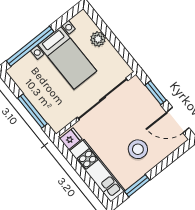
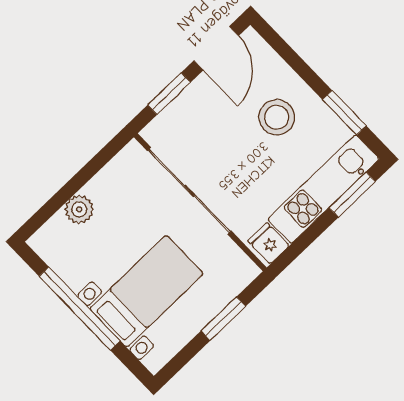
window: (30, 46) -> (80, 309), moved
bed with nightstands: (67, 58) -> (146, 291), moved
window: (33, 111) -> (223, 319), width x0.69
window: (93, 186) -> (352, 195), added

